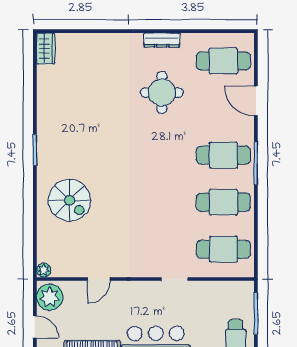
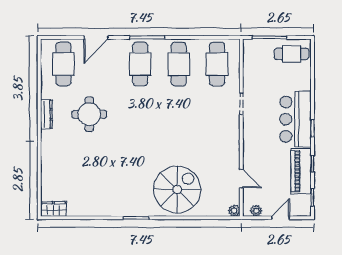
spiral stairs: (70, 200) -> (177, 190), width x1.37, depth x1.37
door: (99, 279) -> (241, 179), moved
plant: (50, 297) -> (256, 211), width x0.53, depth x0.53

